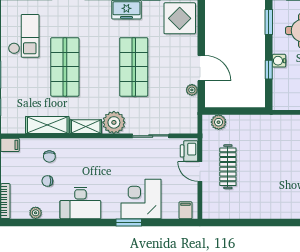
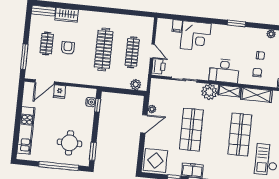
water cooler: (279, 61) -> (91, 102), moved
door: (201, 68) -> (144, 124), swing flipped
window: (269, 70) -> (98, 105), moved
clothes rail: (268, 167) -> (104, 49), added
desk: (80, 203) -> (224, 71), moved, turned 180
filing cabinet: (185, 210) -> (177, 26), moved
window: (129, 223) -> (236, 23), moved

